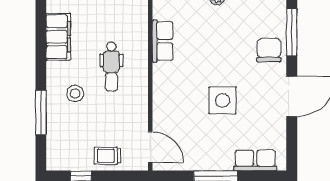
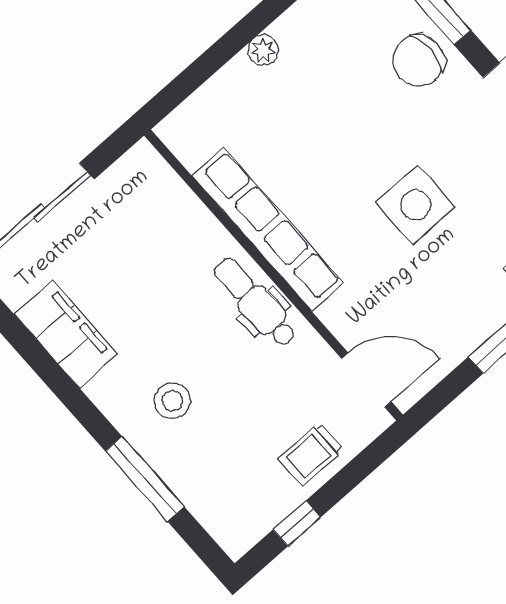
row of seats: (163, 41) -> (268, 229), width x2.02
chair: (269, 50) -> (418, 61), turned -90
dental chair: (111, 67) -> (255, 302), moved, turned 180

